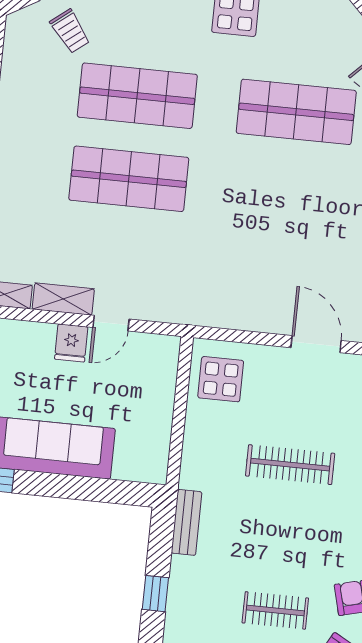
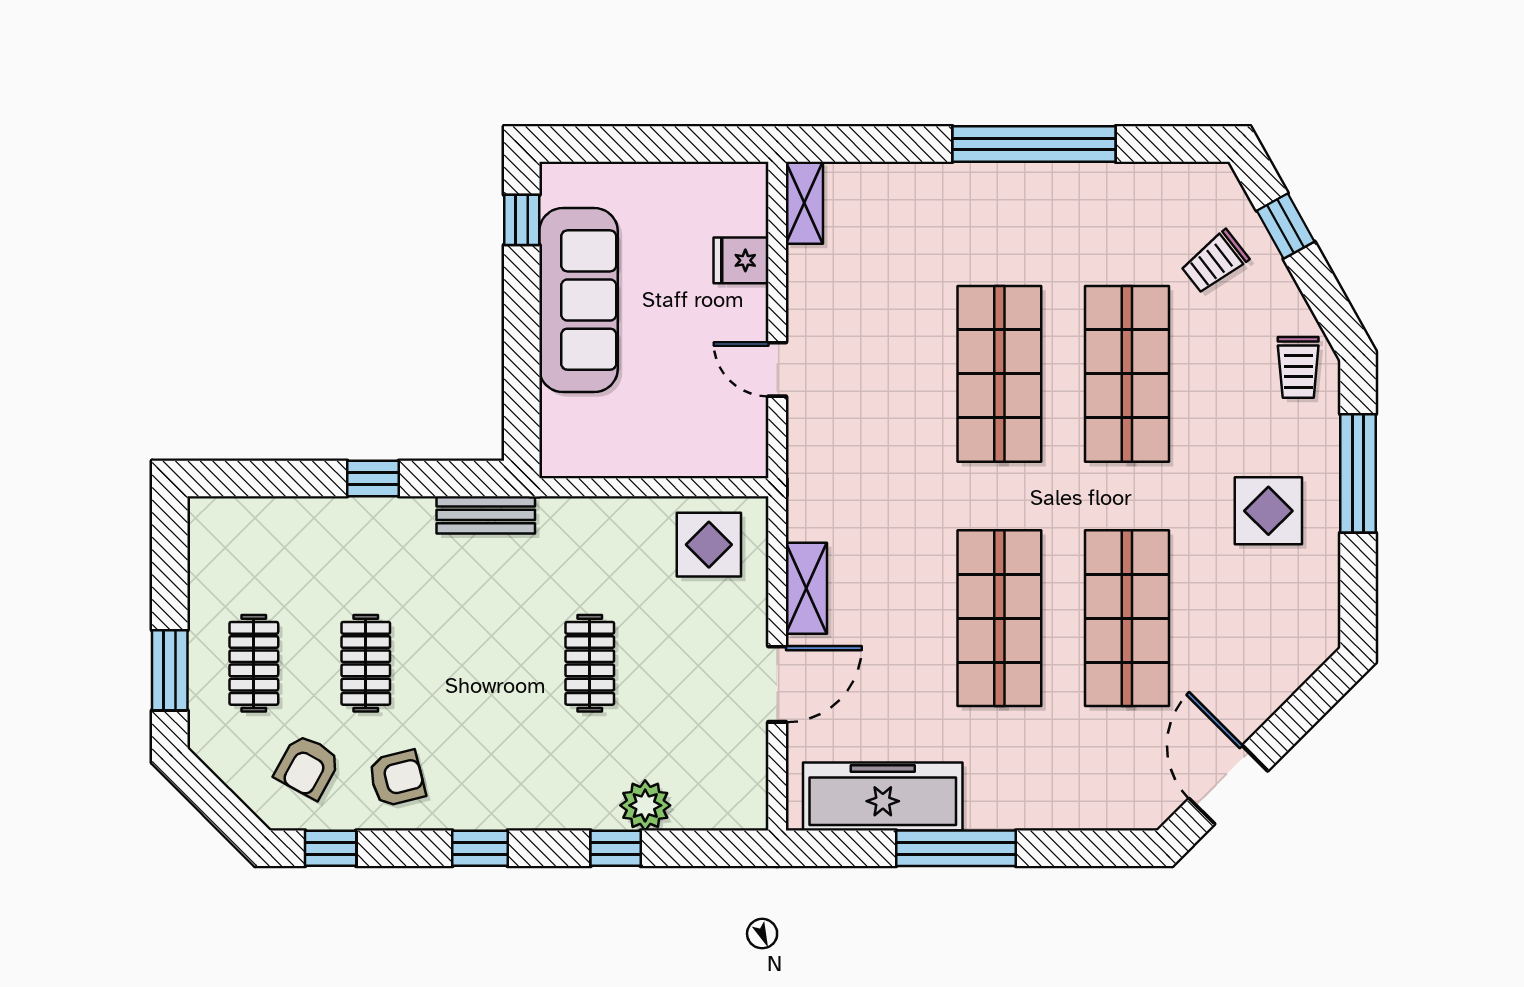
shop shelf: (288, 195) -> (999, 618), added
shelving: (63, 299) -> (806, 588), moved
fridge: (71, 343) -> (741, 260), moved
clothes rail: (290, 465) -> (590, 663), width x0.73

